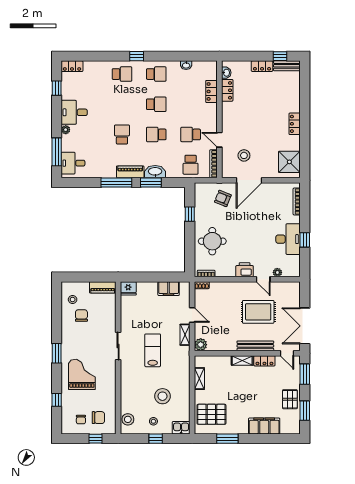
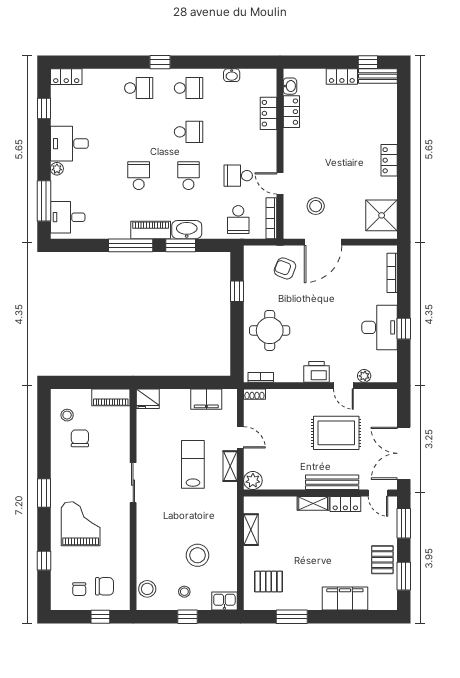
school desk: (156, 134) -> (188, 176), turned 90
lab bench: (153, 350) -> (193, 464), moved
pallet: (211, 414) -> (269, 582), width x0.67, depth x0.71

